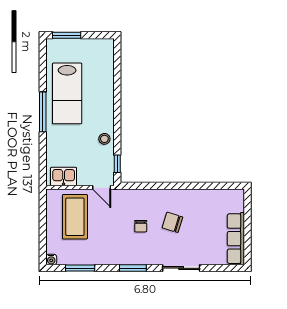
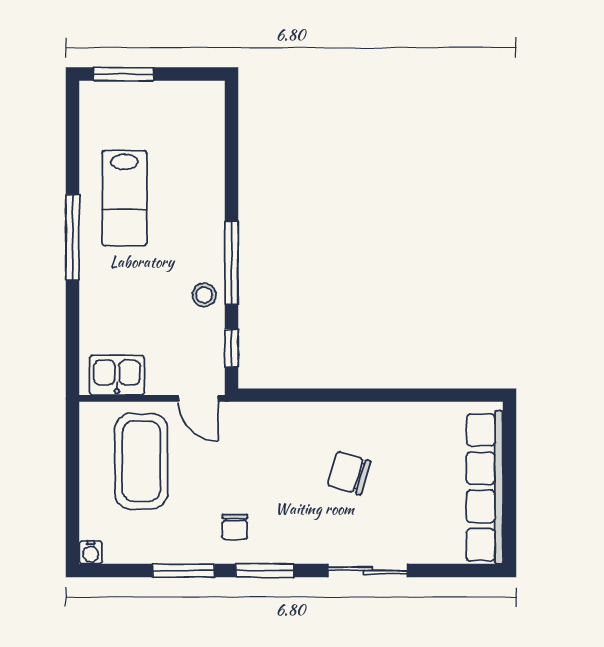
lab bench: (67, 93) -> (125, 198), width x0.73, depth x0.72
window: (117, 124) -> (231, 263), added
chair: (141, 226) -> (235, 527), moved
row of seats: (236, 239) -> (485, 487), width x1.36
window: (80, 268) -> (184, 571), moved

